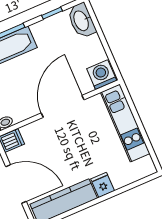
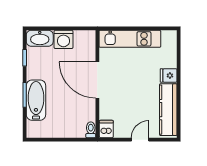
washing machine: (102, 75) -> (63, 39), moved, turned -90
door: (16, 184) -> (140, 140), width x0.53

